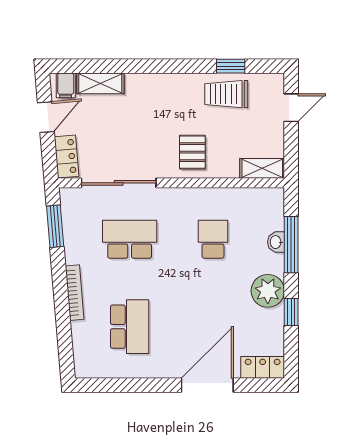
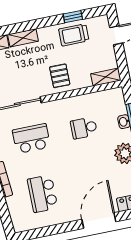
shelving: (148, 83) -> (23, 38), added
school desk: (213, 239) -> (84, 128), turned -90
school desk: (130, 327) -> (43, 194), turned 180

